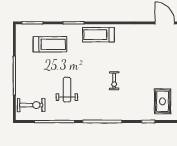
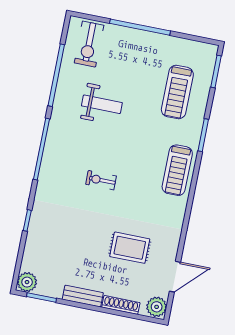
treadmill: (98, 35) -> (177, 170), turned 180
rug: (163, 101) -> (130, 248), moved

